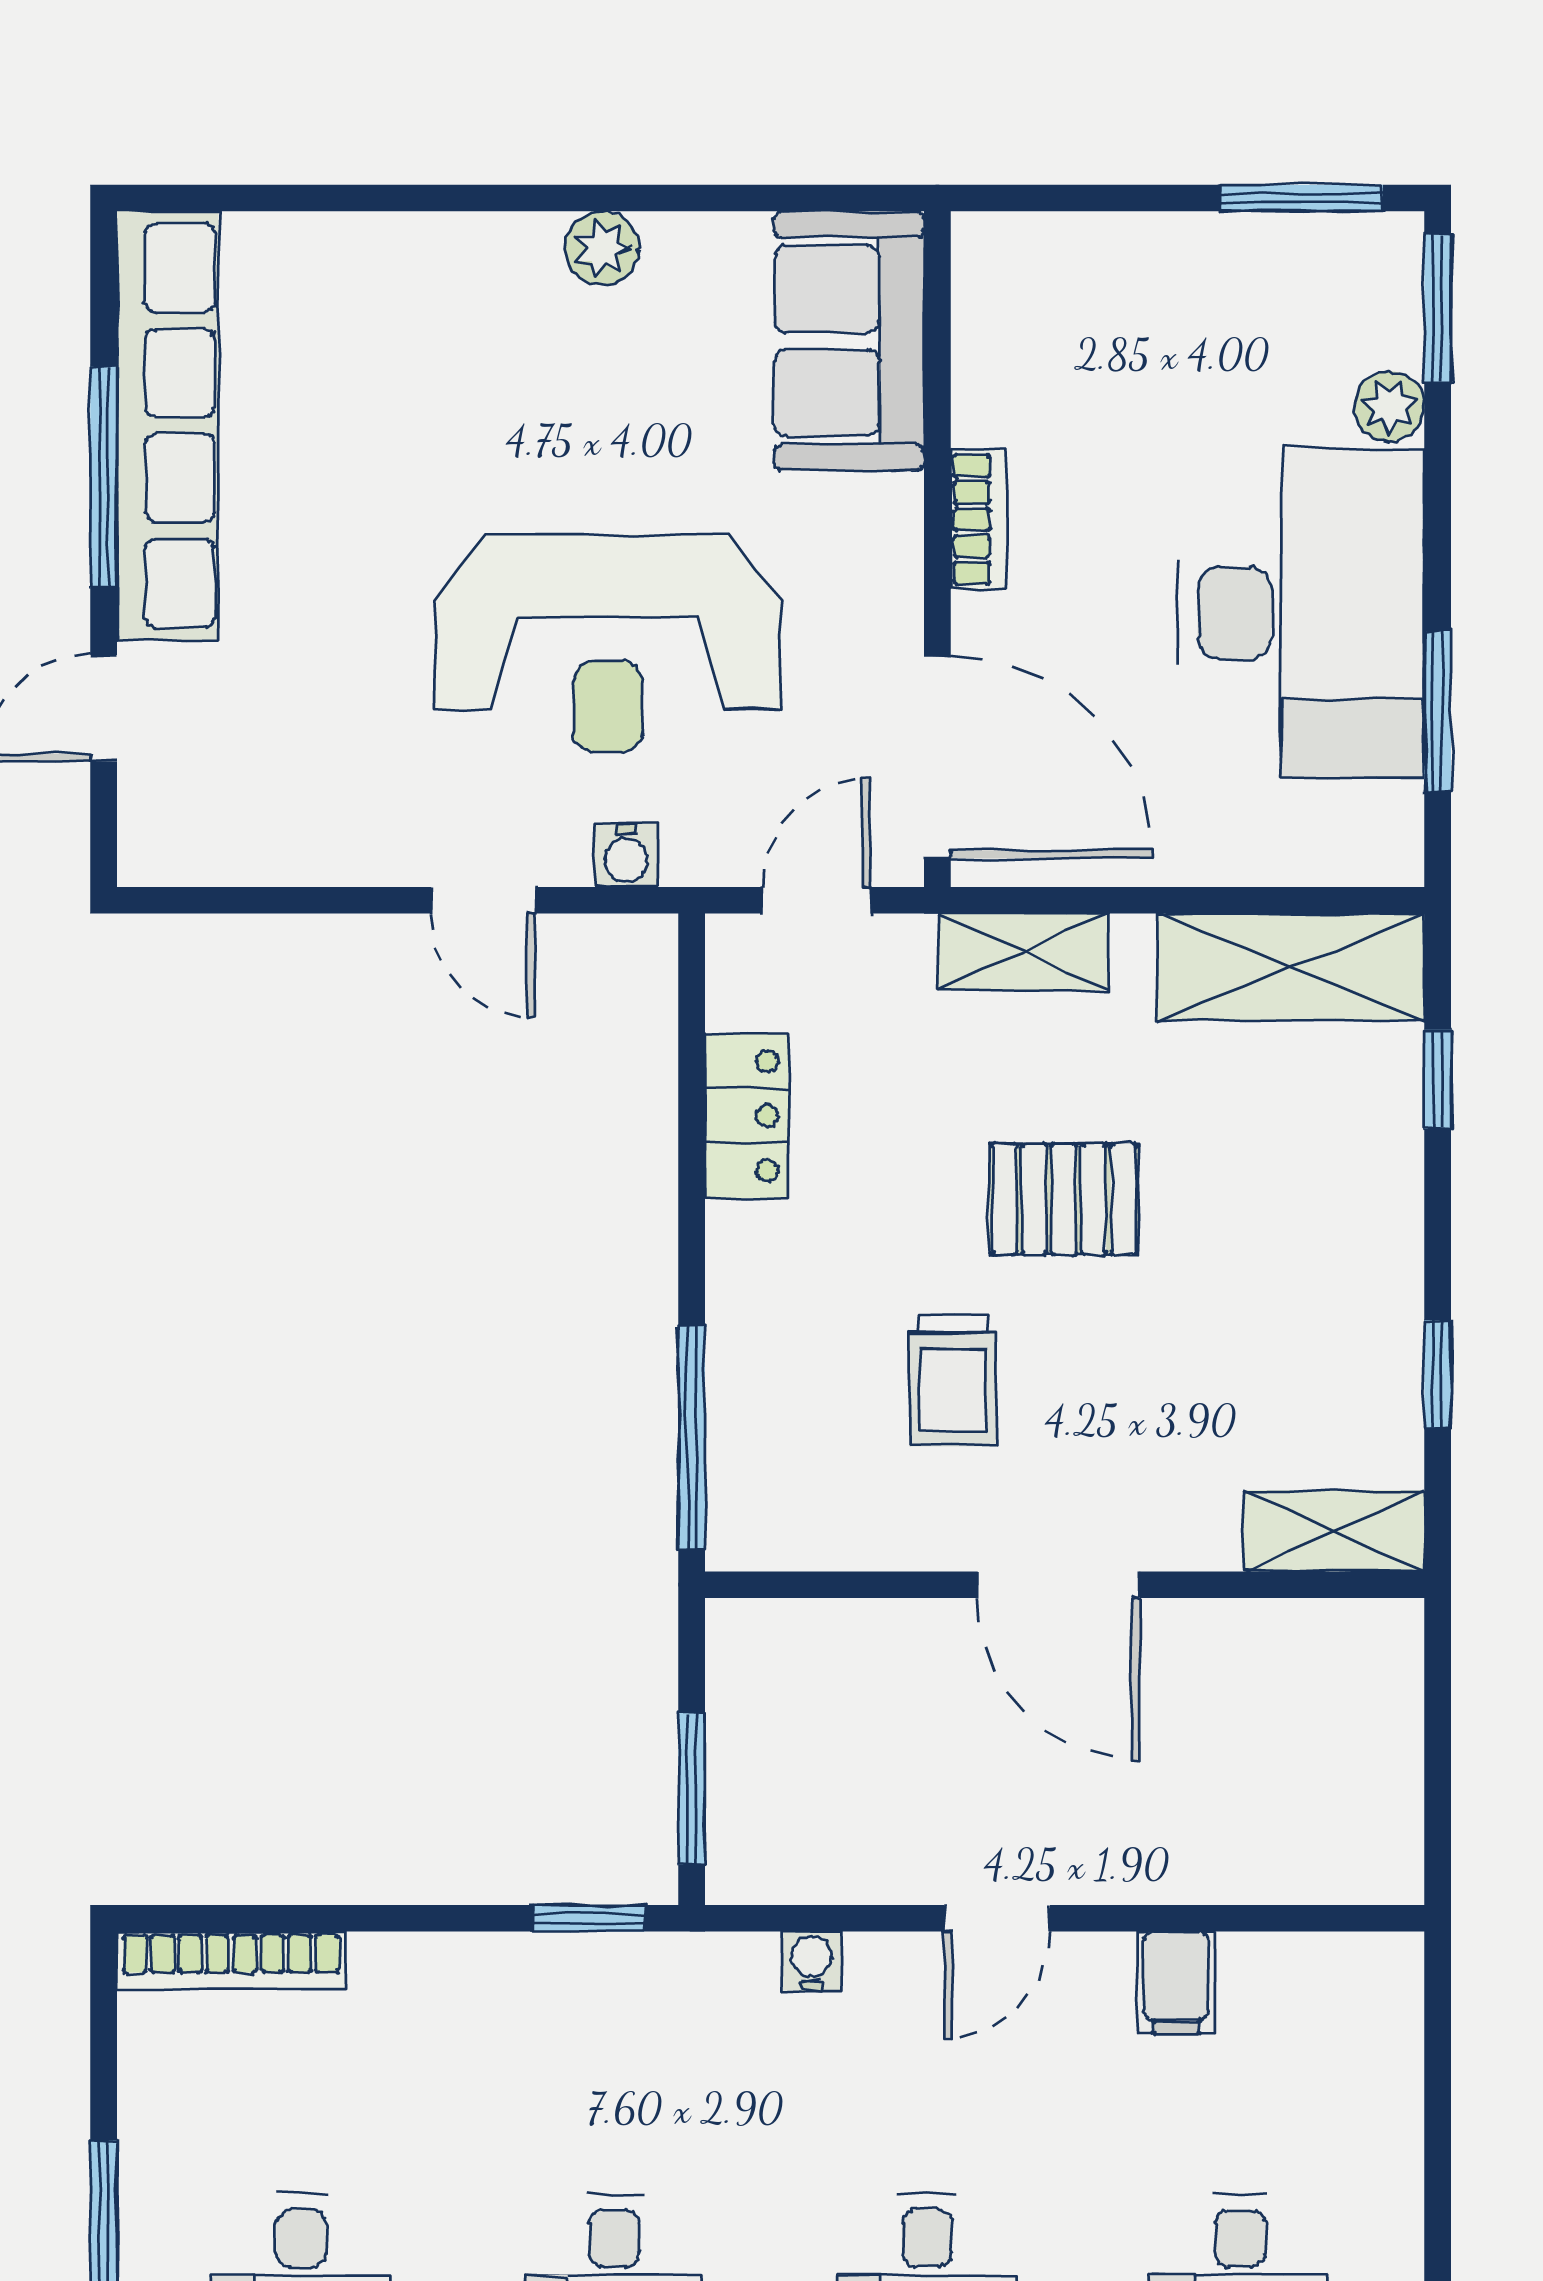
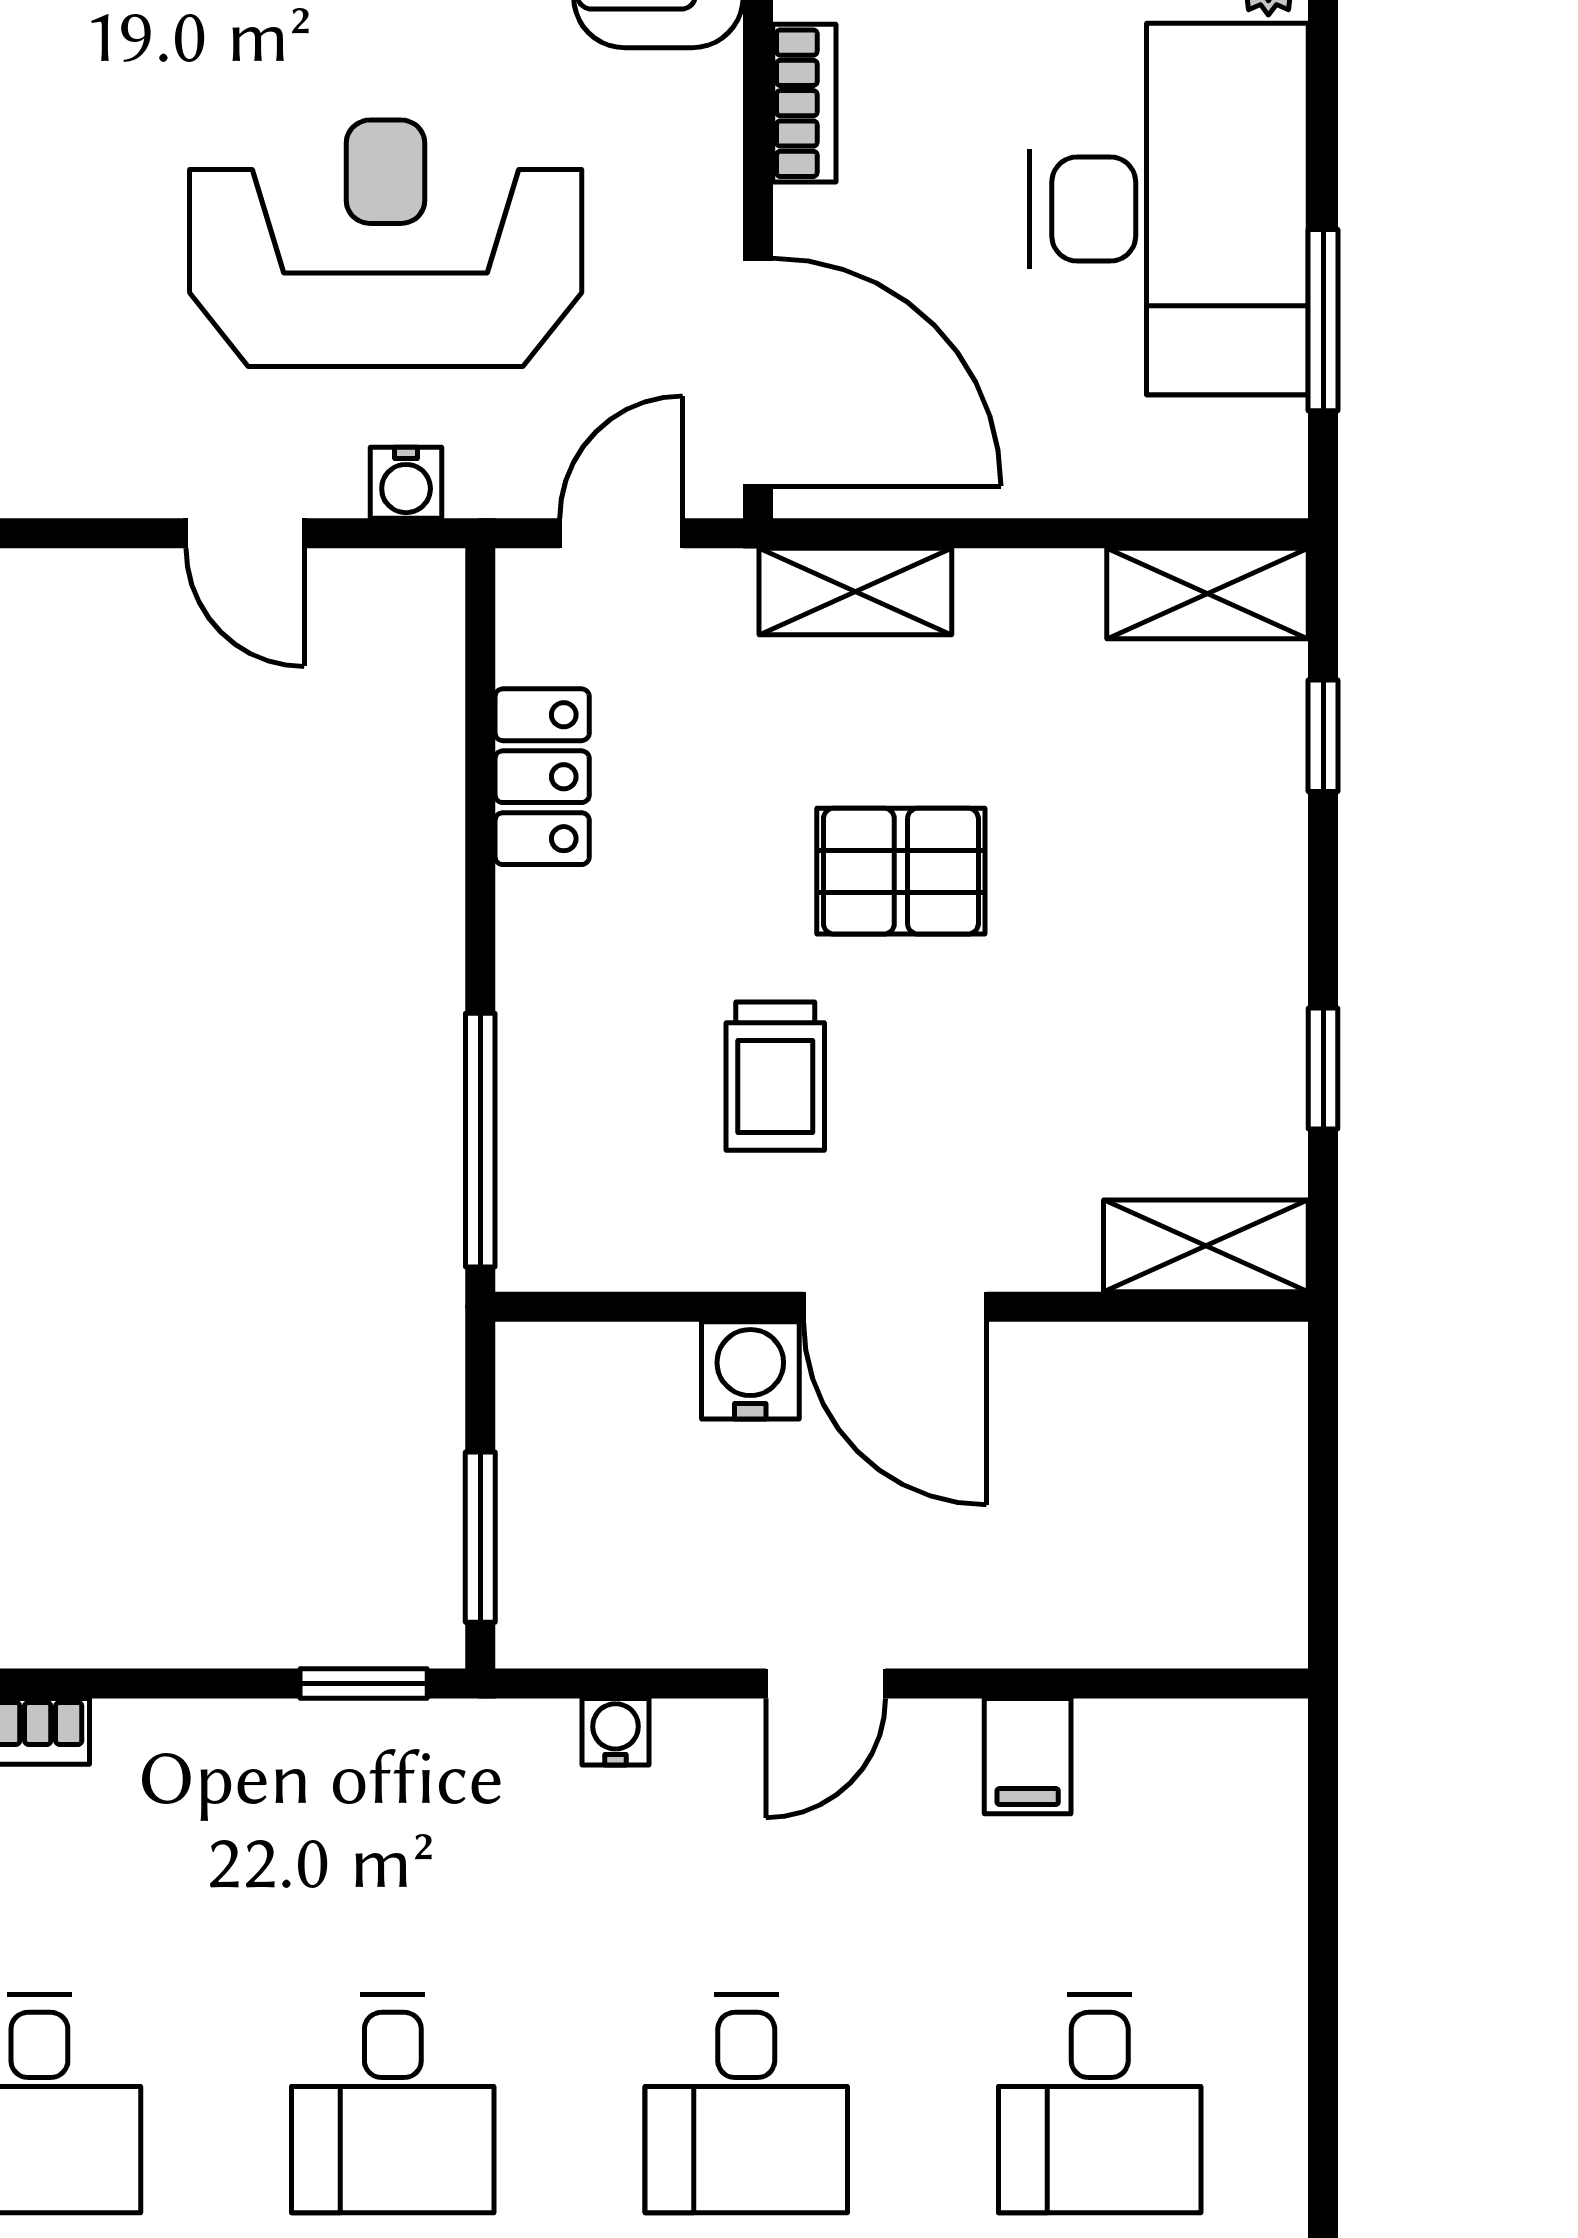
reception desk: (608, 643) -> (386, 243), turned 180
shelving: (1291, 967) -> (1207, 594), width x0.67, depth x0.75
water cooler: (931, 1641) -> (750, 1370), added

